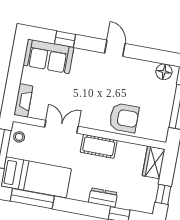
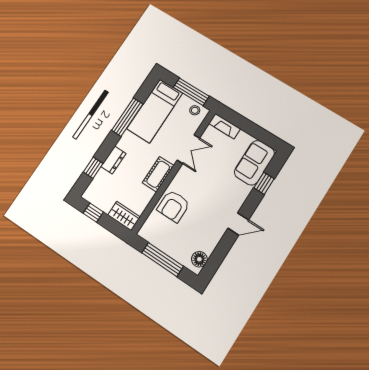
window: (32, 199) -> (127, 117), moved

